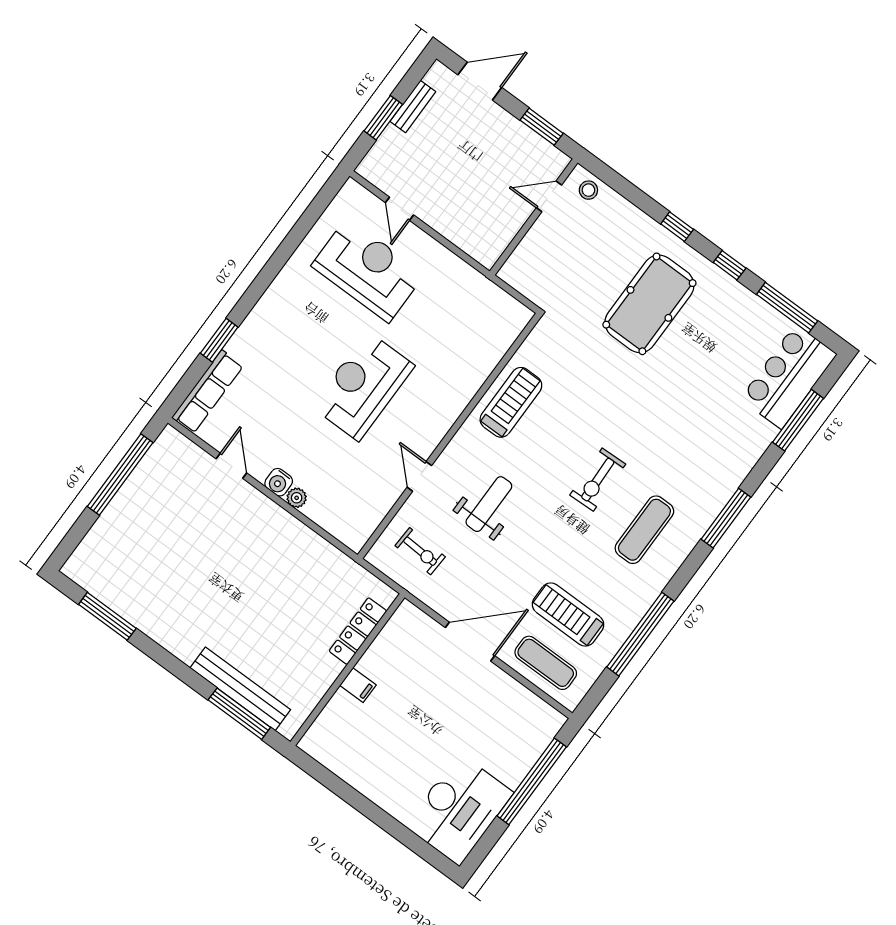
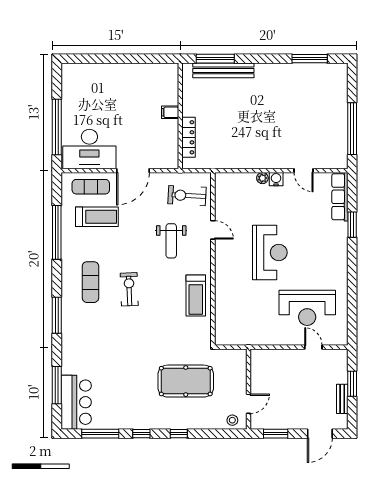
pool table: (649, 304) -> (186, 381), moved, turned 90
exercise bike: (420, 551) -> (187, 196), width x1.38, depth x1.39
desk: (459, 809) -> (89, 149), moved, turned -90

